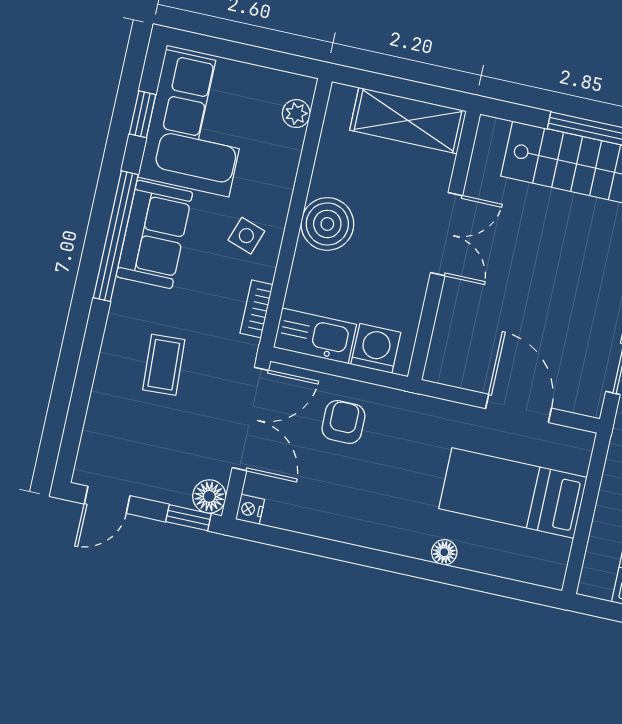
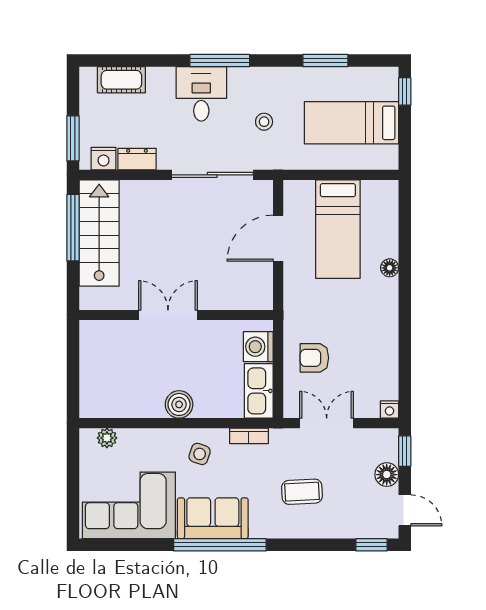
window: (143, 114) -> (372, 545), moved
shelving: (408, 121) -> (95, 359), removed
boiler: (327, 224) -> (179, 404), width x0.73, depth x0.73
double door: (250, 419) -> (327, 423), width x0.73
floor lamp: (209, 496) -> (387, 475), moved

